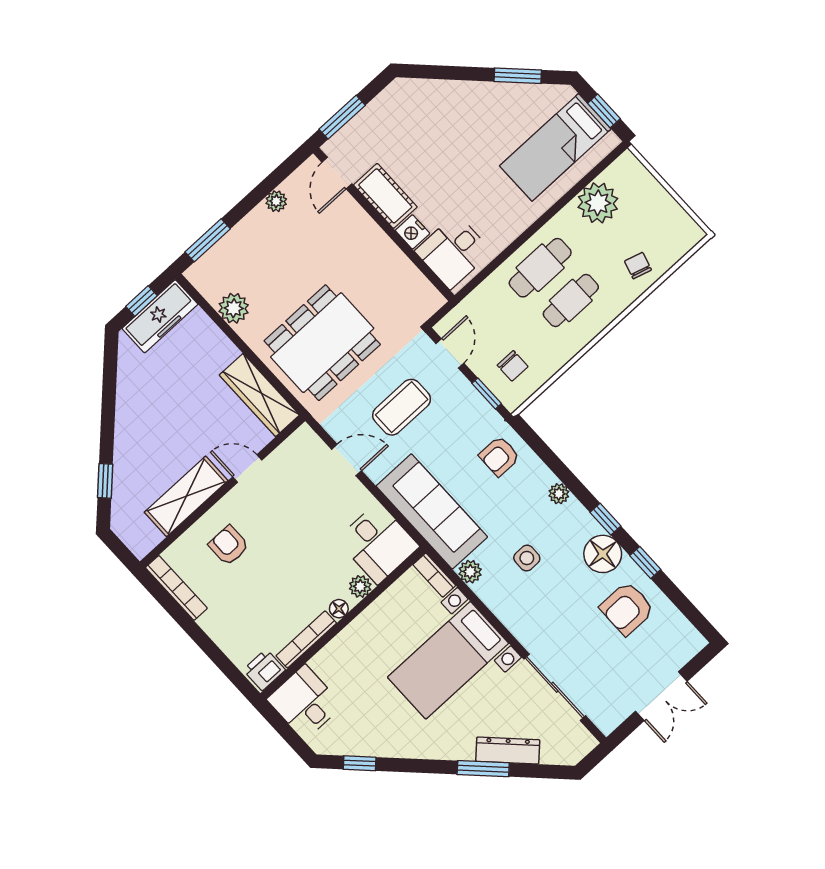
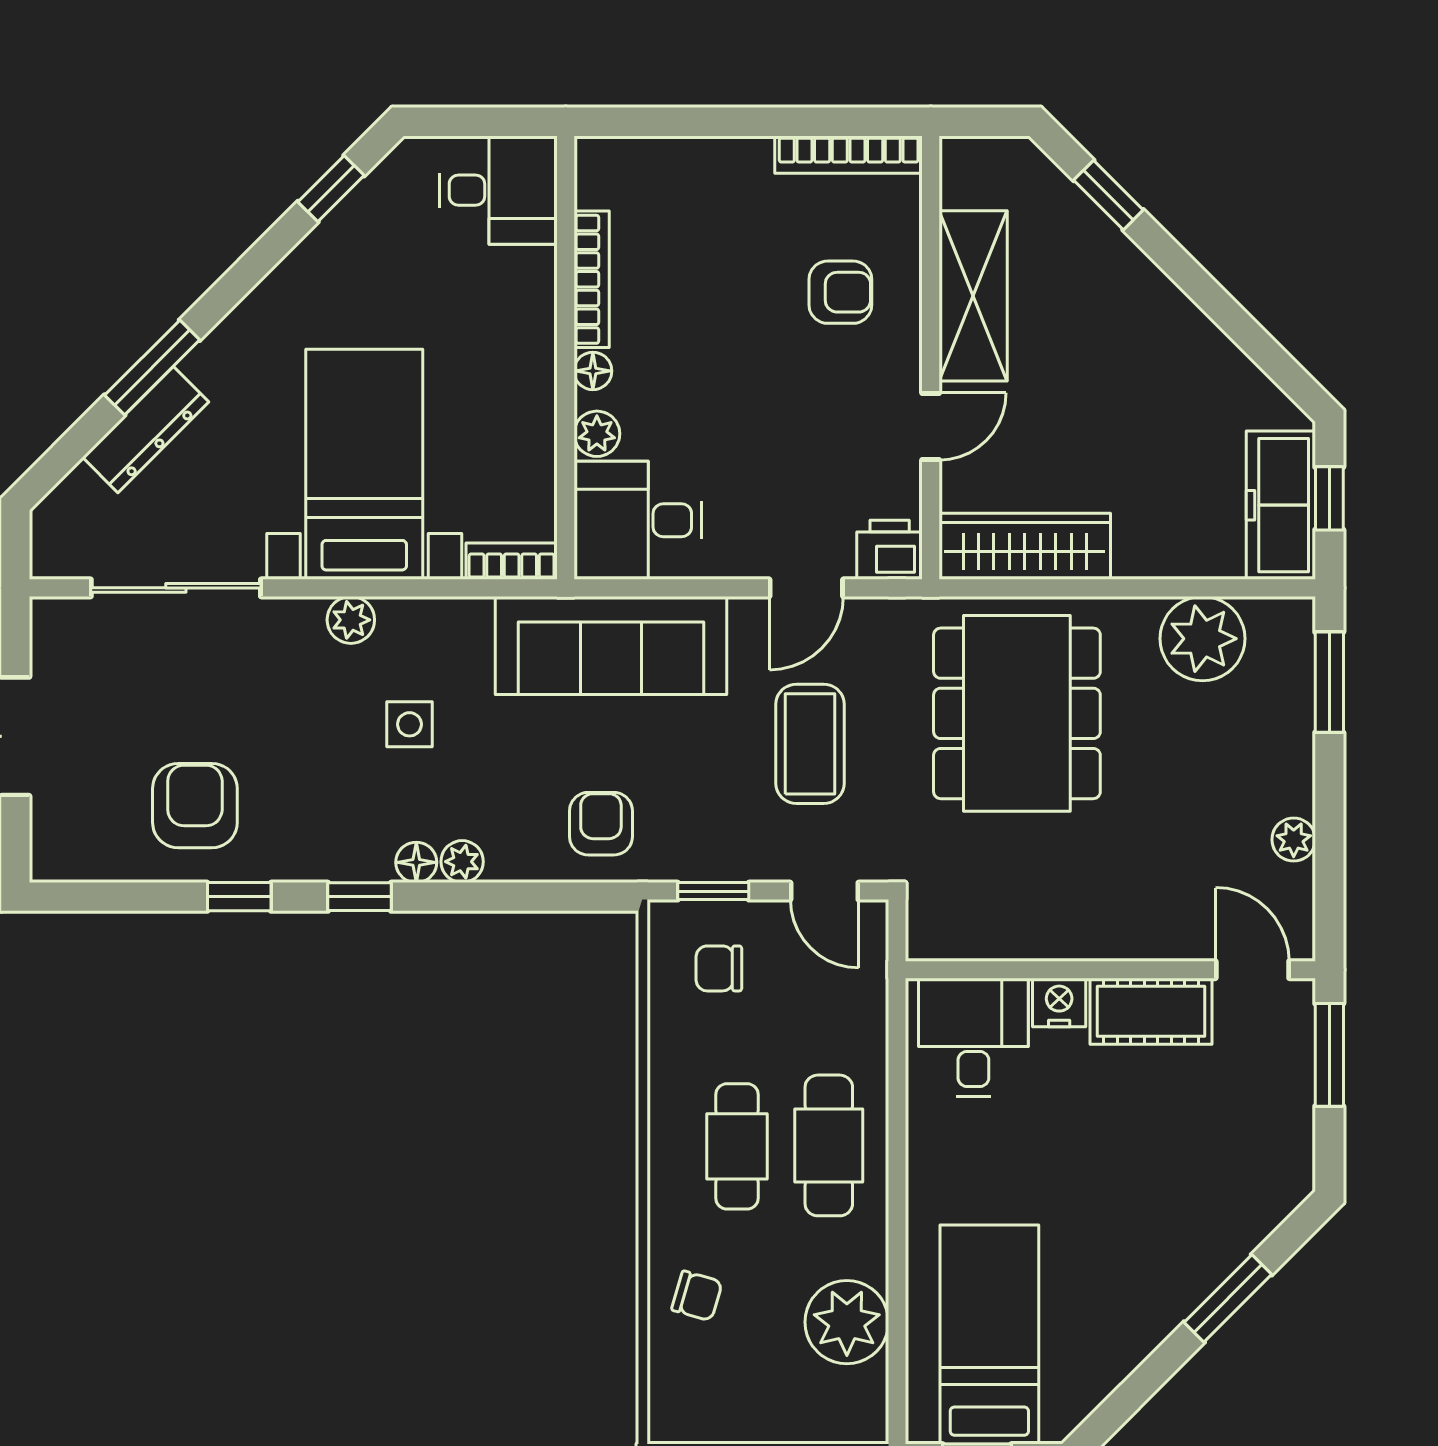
window: (518, 76) -> (1228, 1298), moved
plant: (234, 308) -> (1203, 639), width x1.36, depth x1.36
floor lamp: (603, 554) -> (416, 862), moved, width x0.53, depth x0.53
plant: (470, 572) -> (351, 620), moved
printer: (264, 670) -> (890, 550), moved, turned -90

